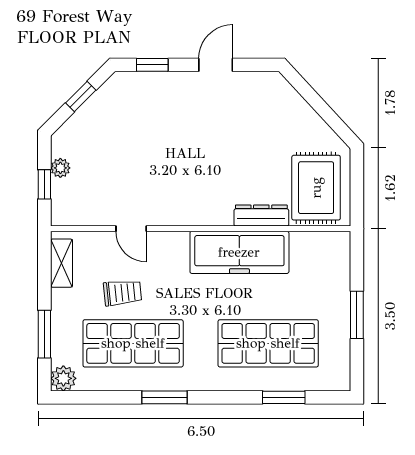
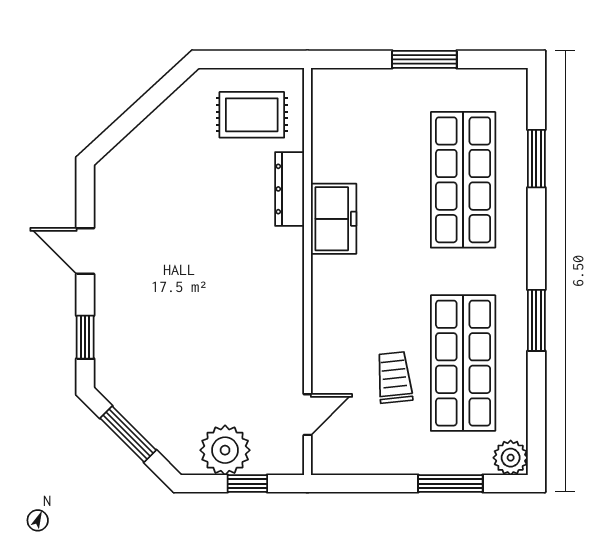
window: (81, 97) -> (128, 434), width x1.50
plant: (60, 168) -> (225, 450), width x1.87, depth x1.87
rug: (316, 188) -> (252, 115), width x0.73, depth x0.70
door: (131, 229) -> (307, 415), moved
freezer: (239, 252) -> (334, 219), width x0.52, depth x0.79
shelving: (61, 263) -> (354, 460), removed

